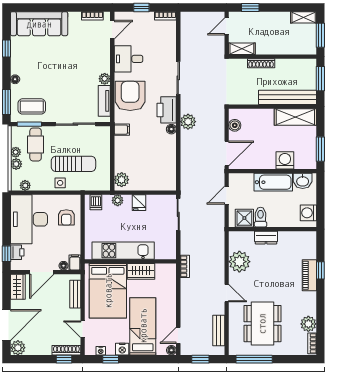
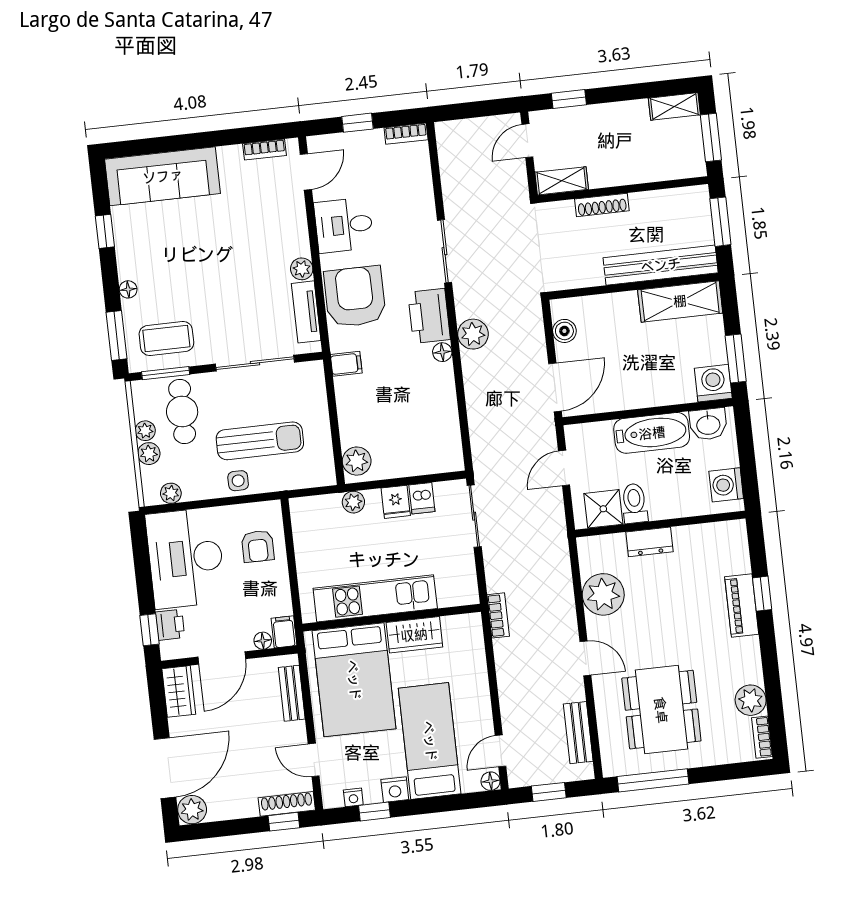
washing machine: (285, 160) -> (713, 383), moved
dishwasher: (96, 202) -> (422, 498), moved

